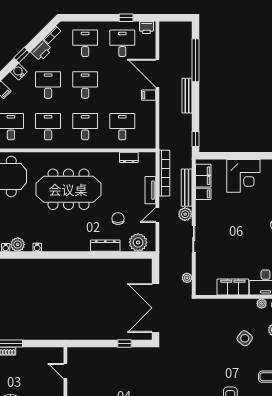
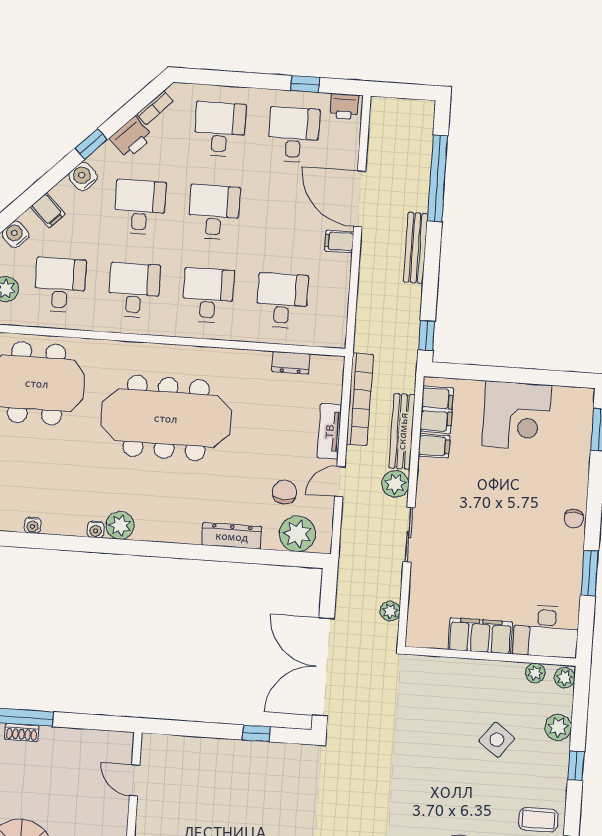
chair: (118, 219) -> (284, 492), moved
plant: (18, 244) -> (120, 525), moved

